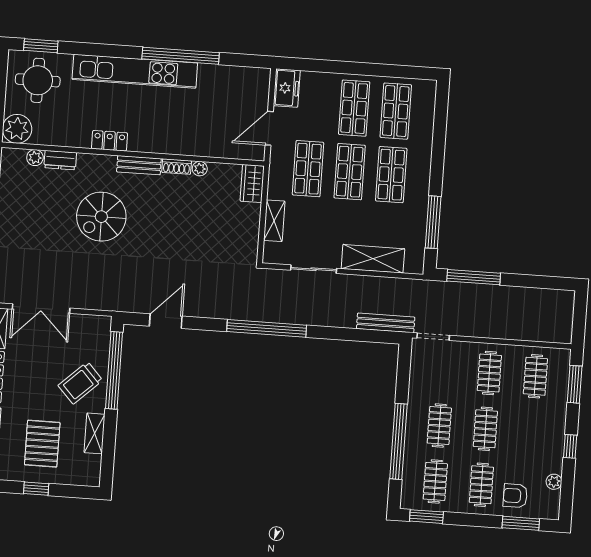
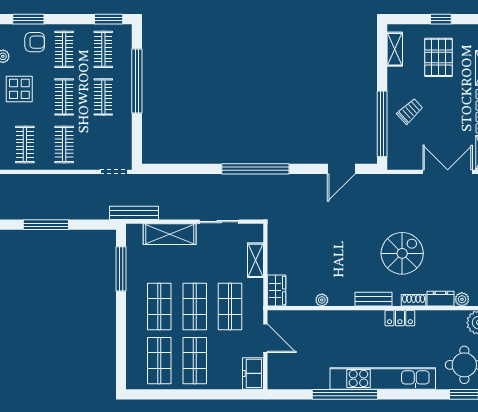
door: (269, 128) -> (265, 338), hinge flipped
shoe rack: (177, 167) -> (414, 300), moved
window: (474, 277) -> (46, 225), moved
bench: (386, 323) -> (134, 213), moved
trolley: (80, 383) -> (410, 111), width x0.73, depth x0.72
shelving: (95, 433) -> (395, 49), moved
display table: (537, 442) -> (19, 89), added

